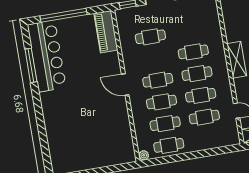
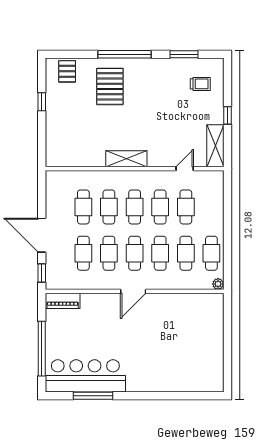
cafe table: (190, 30) -> (83, 207), added
piano: (106, 32) -> (63, 301), width x0.73, depth x0.75
cafe table: (154, 59) -> (109, 253), added

